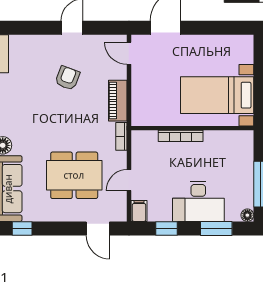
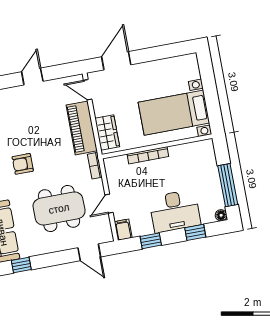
armchair: (67, 78) -> (23, 164), moved, turned -111
piano: (118, 101) -> (82, 128), width x1.37, depth x1.33
wardrobe: (141, 103) -> (107, 133), added
window: (216, 228) -> (195, 232), width x0.67

